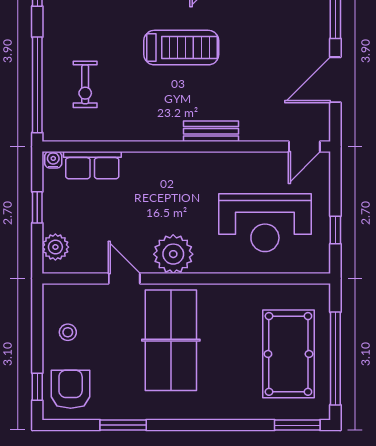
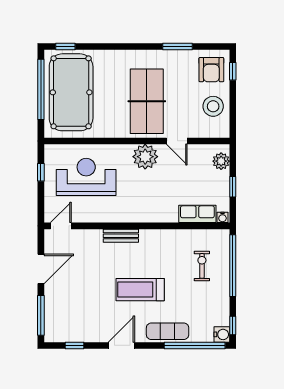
stool: (68, 332) -> (213, 106), width x1.89, depth x1.89
pool table: (288, 354) -> (71, 92), width x1.36, depth x1.32
window: (297, 425) -> (65, 47), width x0.67

